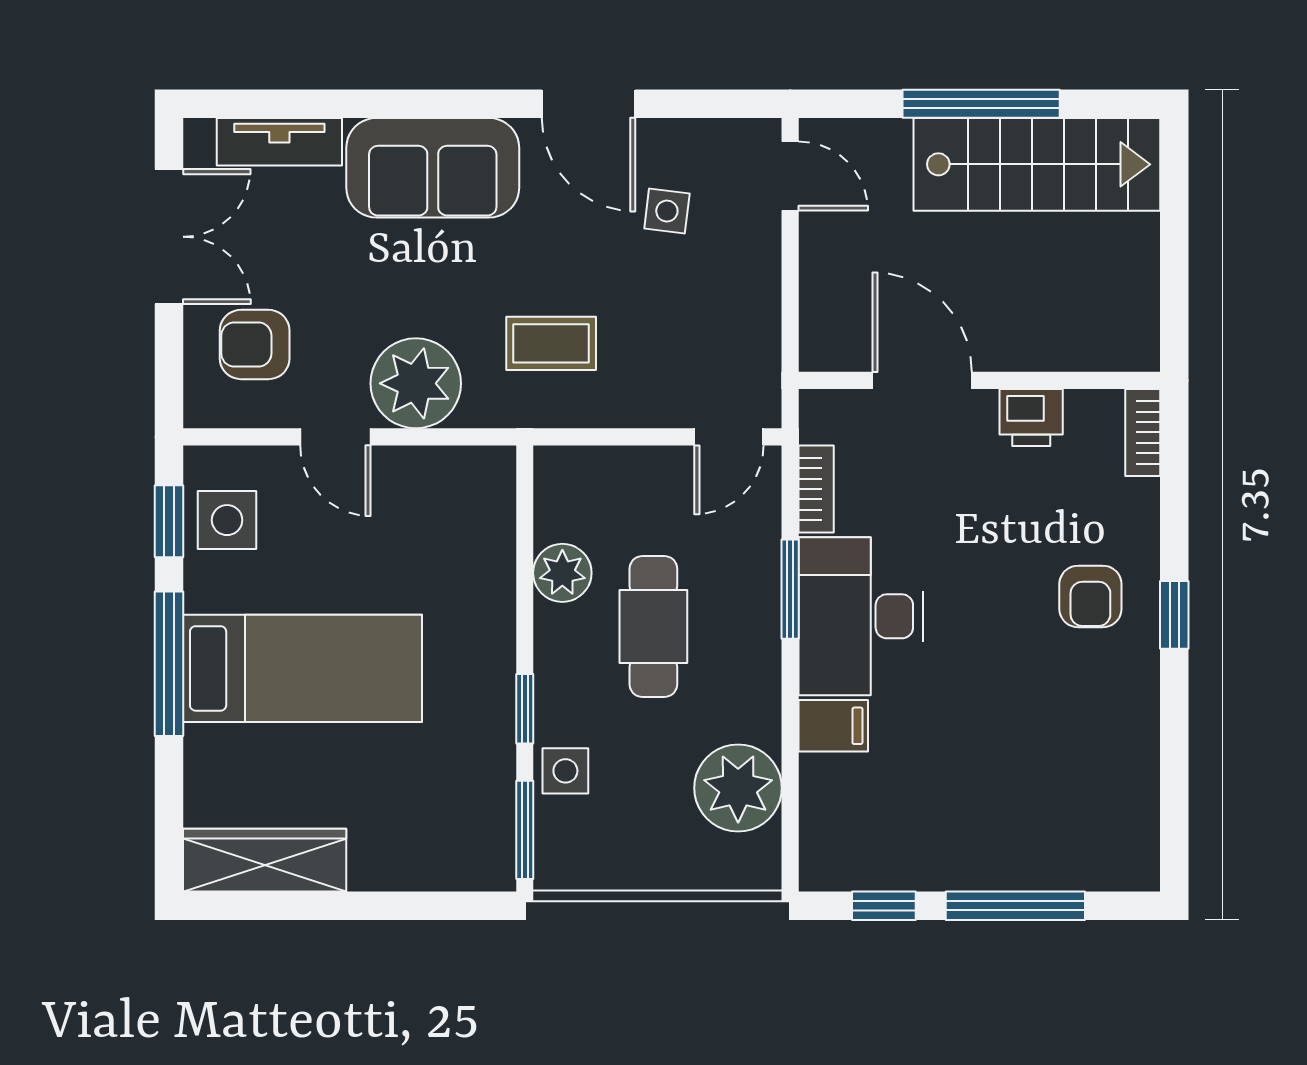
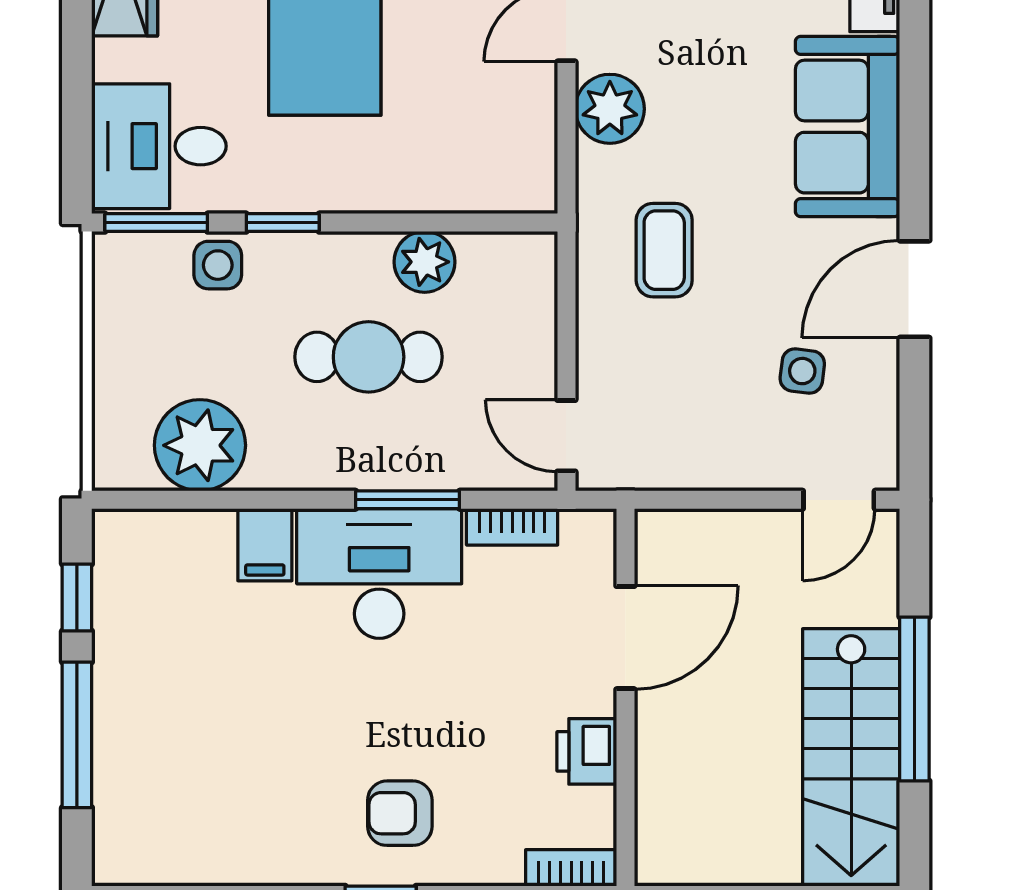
plant: (416, 383) -> (610, 109), width x0.73, depth x0.73
desk: (452, 827) -> (159, 146), added

